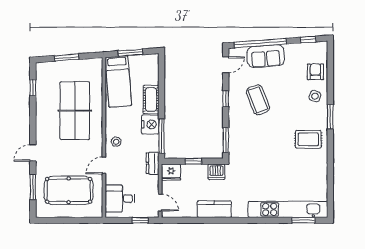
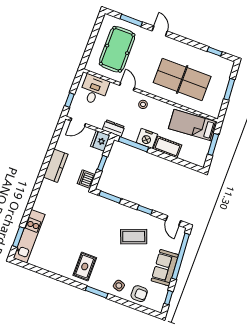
sofa: (266, 56) -> (165, 268), moved
kitchen unit: (288, 209) -> (29, 236), width x0.73

